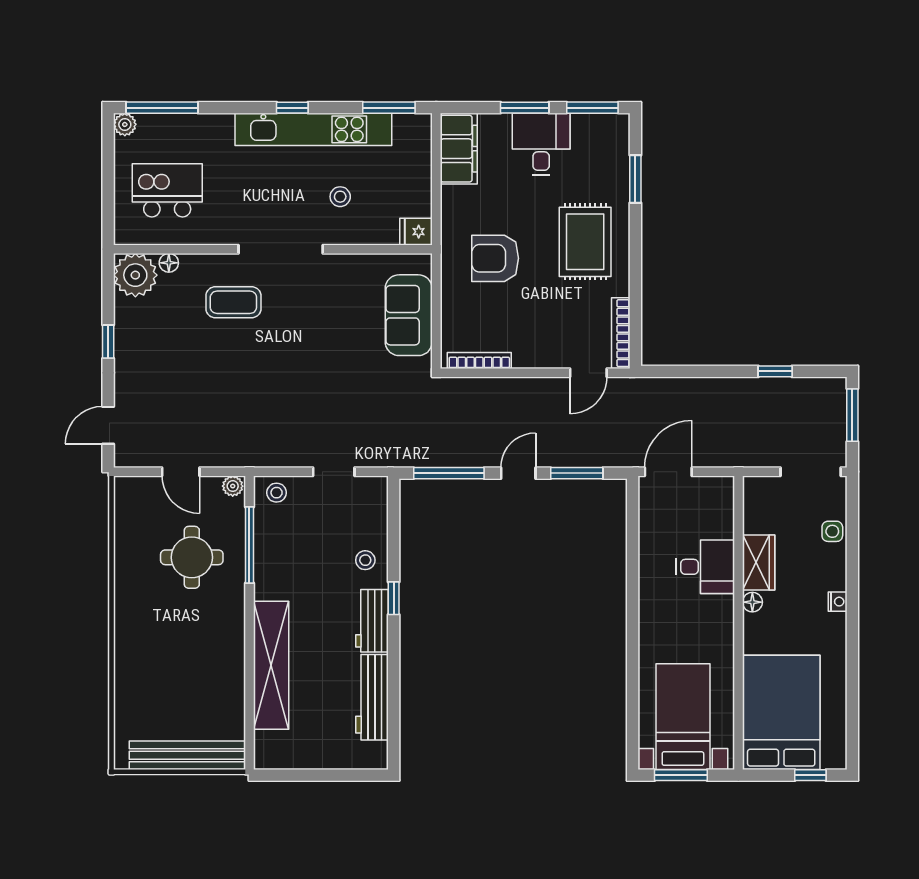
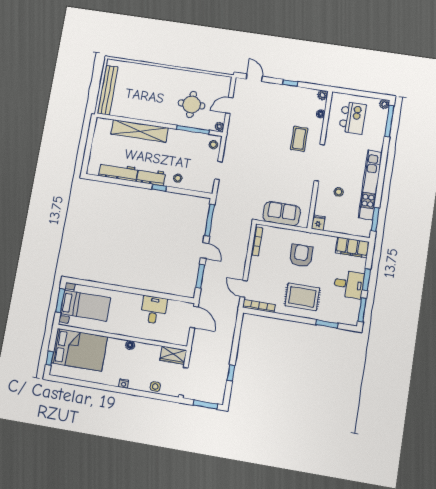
window: (292, 108) -> (381, 177), removed
plant: (135, 275) -> (323, 95), width x0.53, depth x0.53
wardrobe: (759, 562) -> (173, 355), moved
desk: (705, 567) -> (154, 310), moved, turned 180

